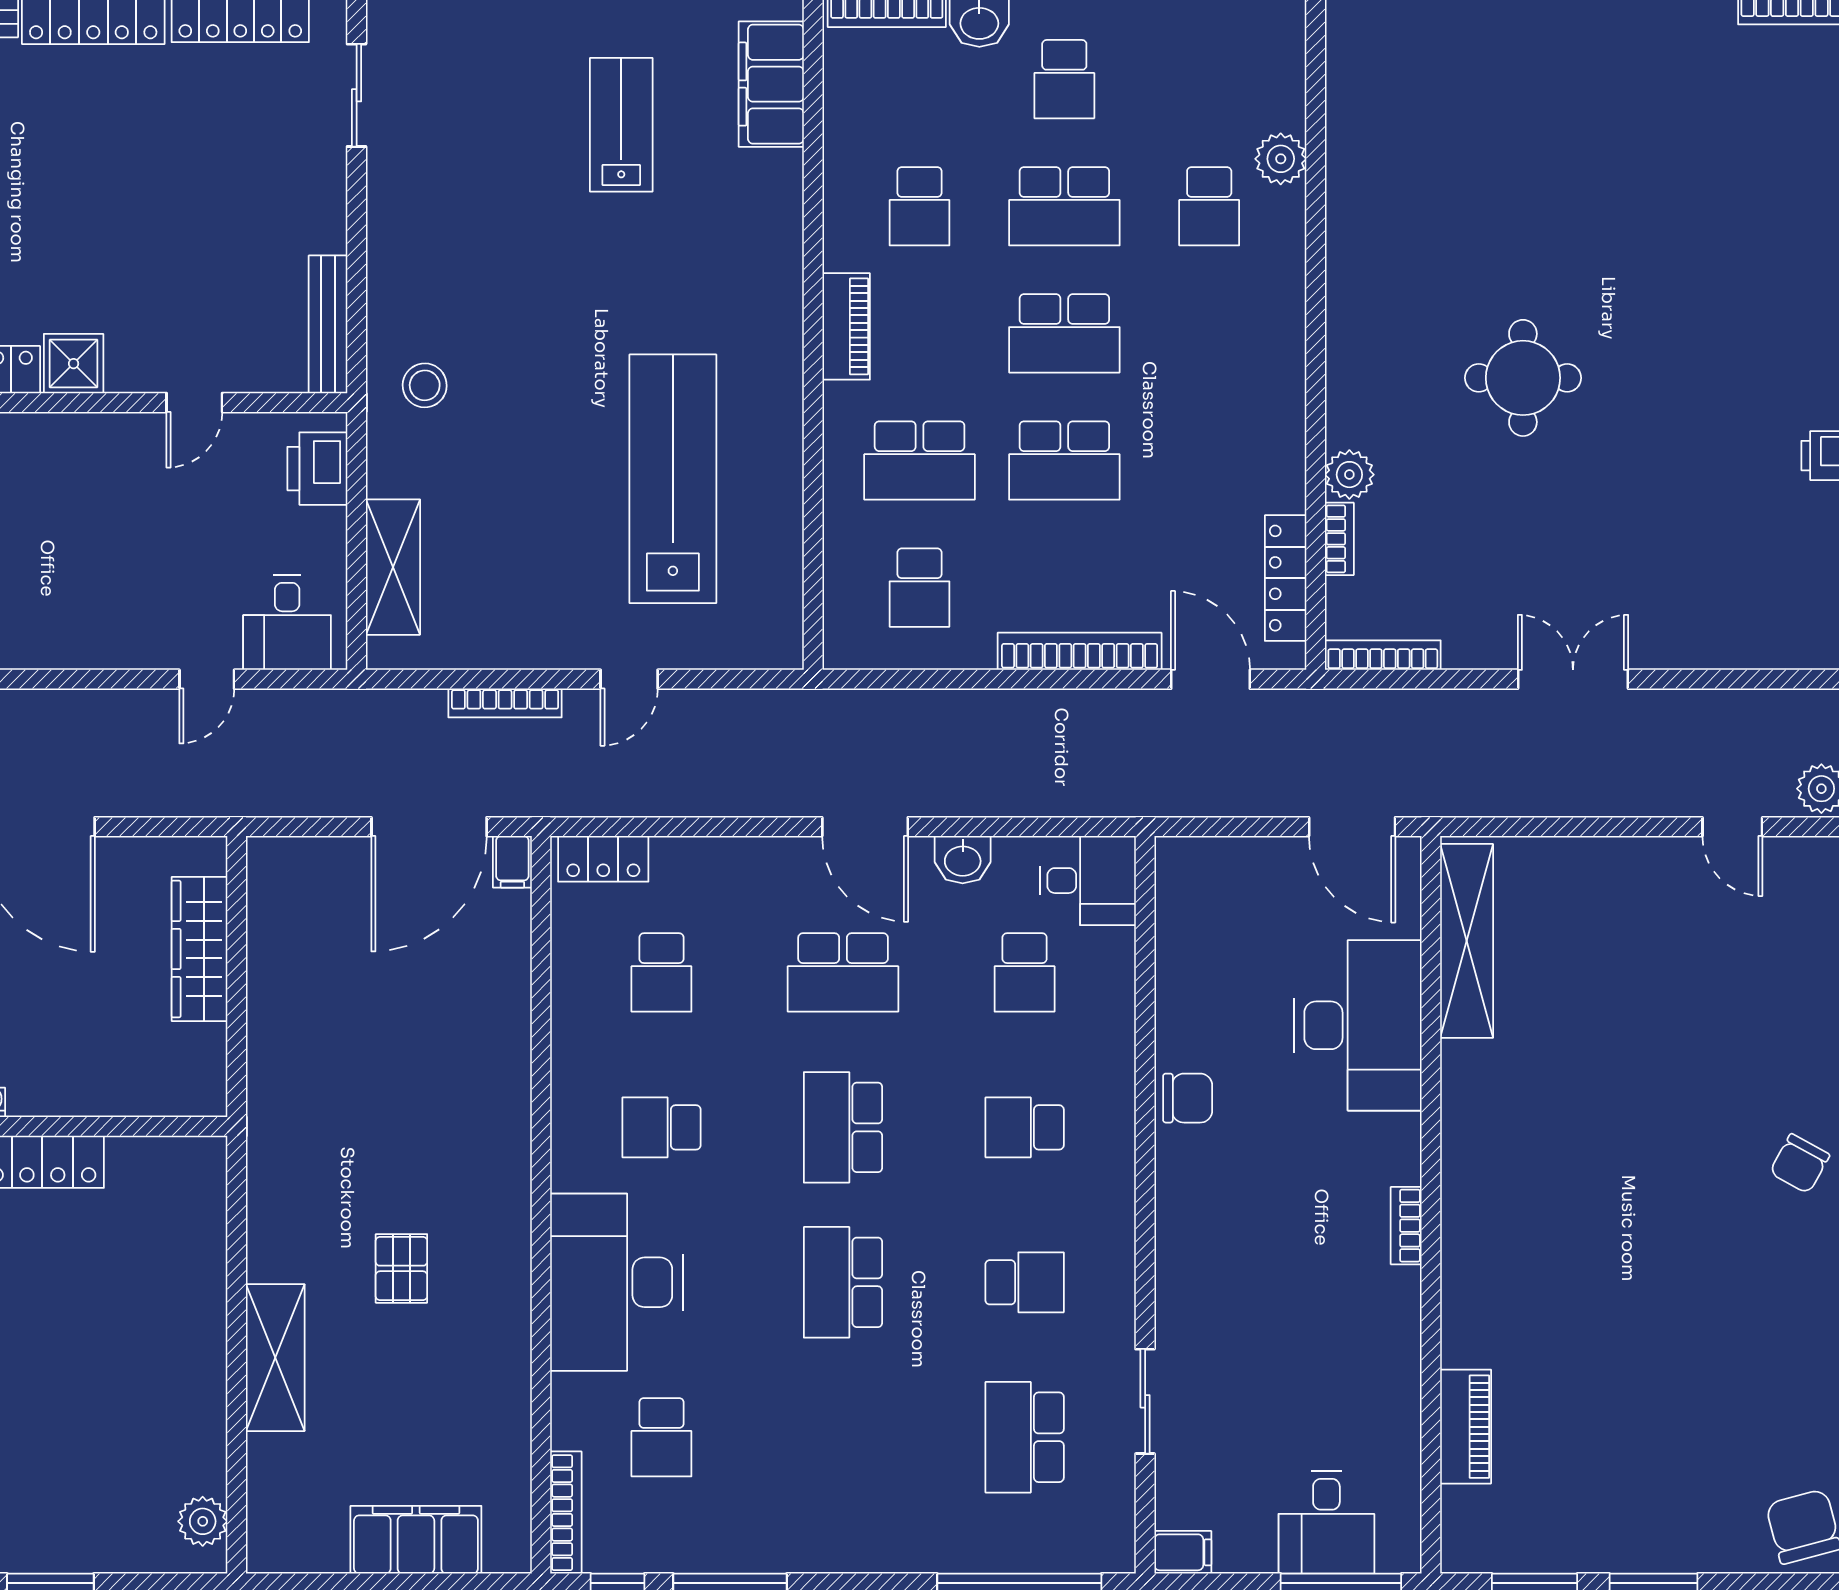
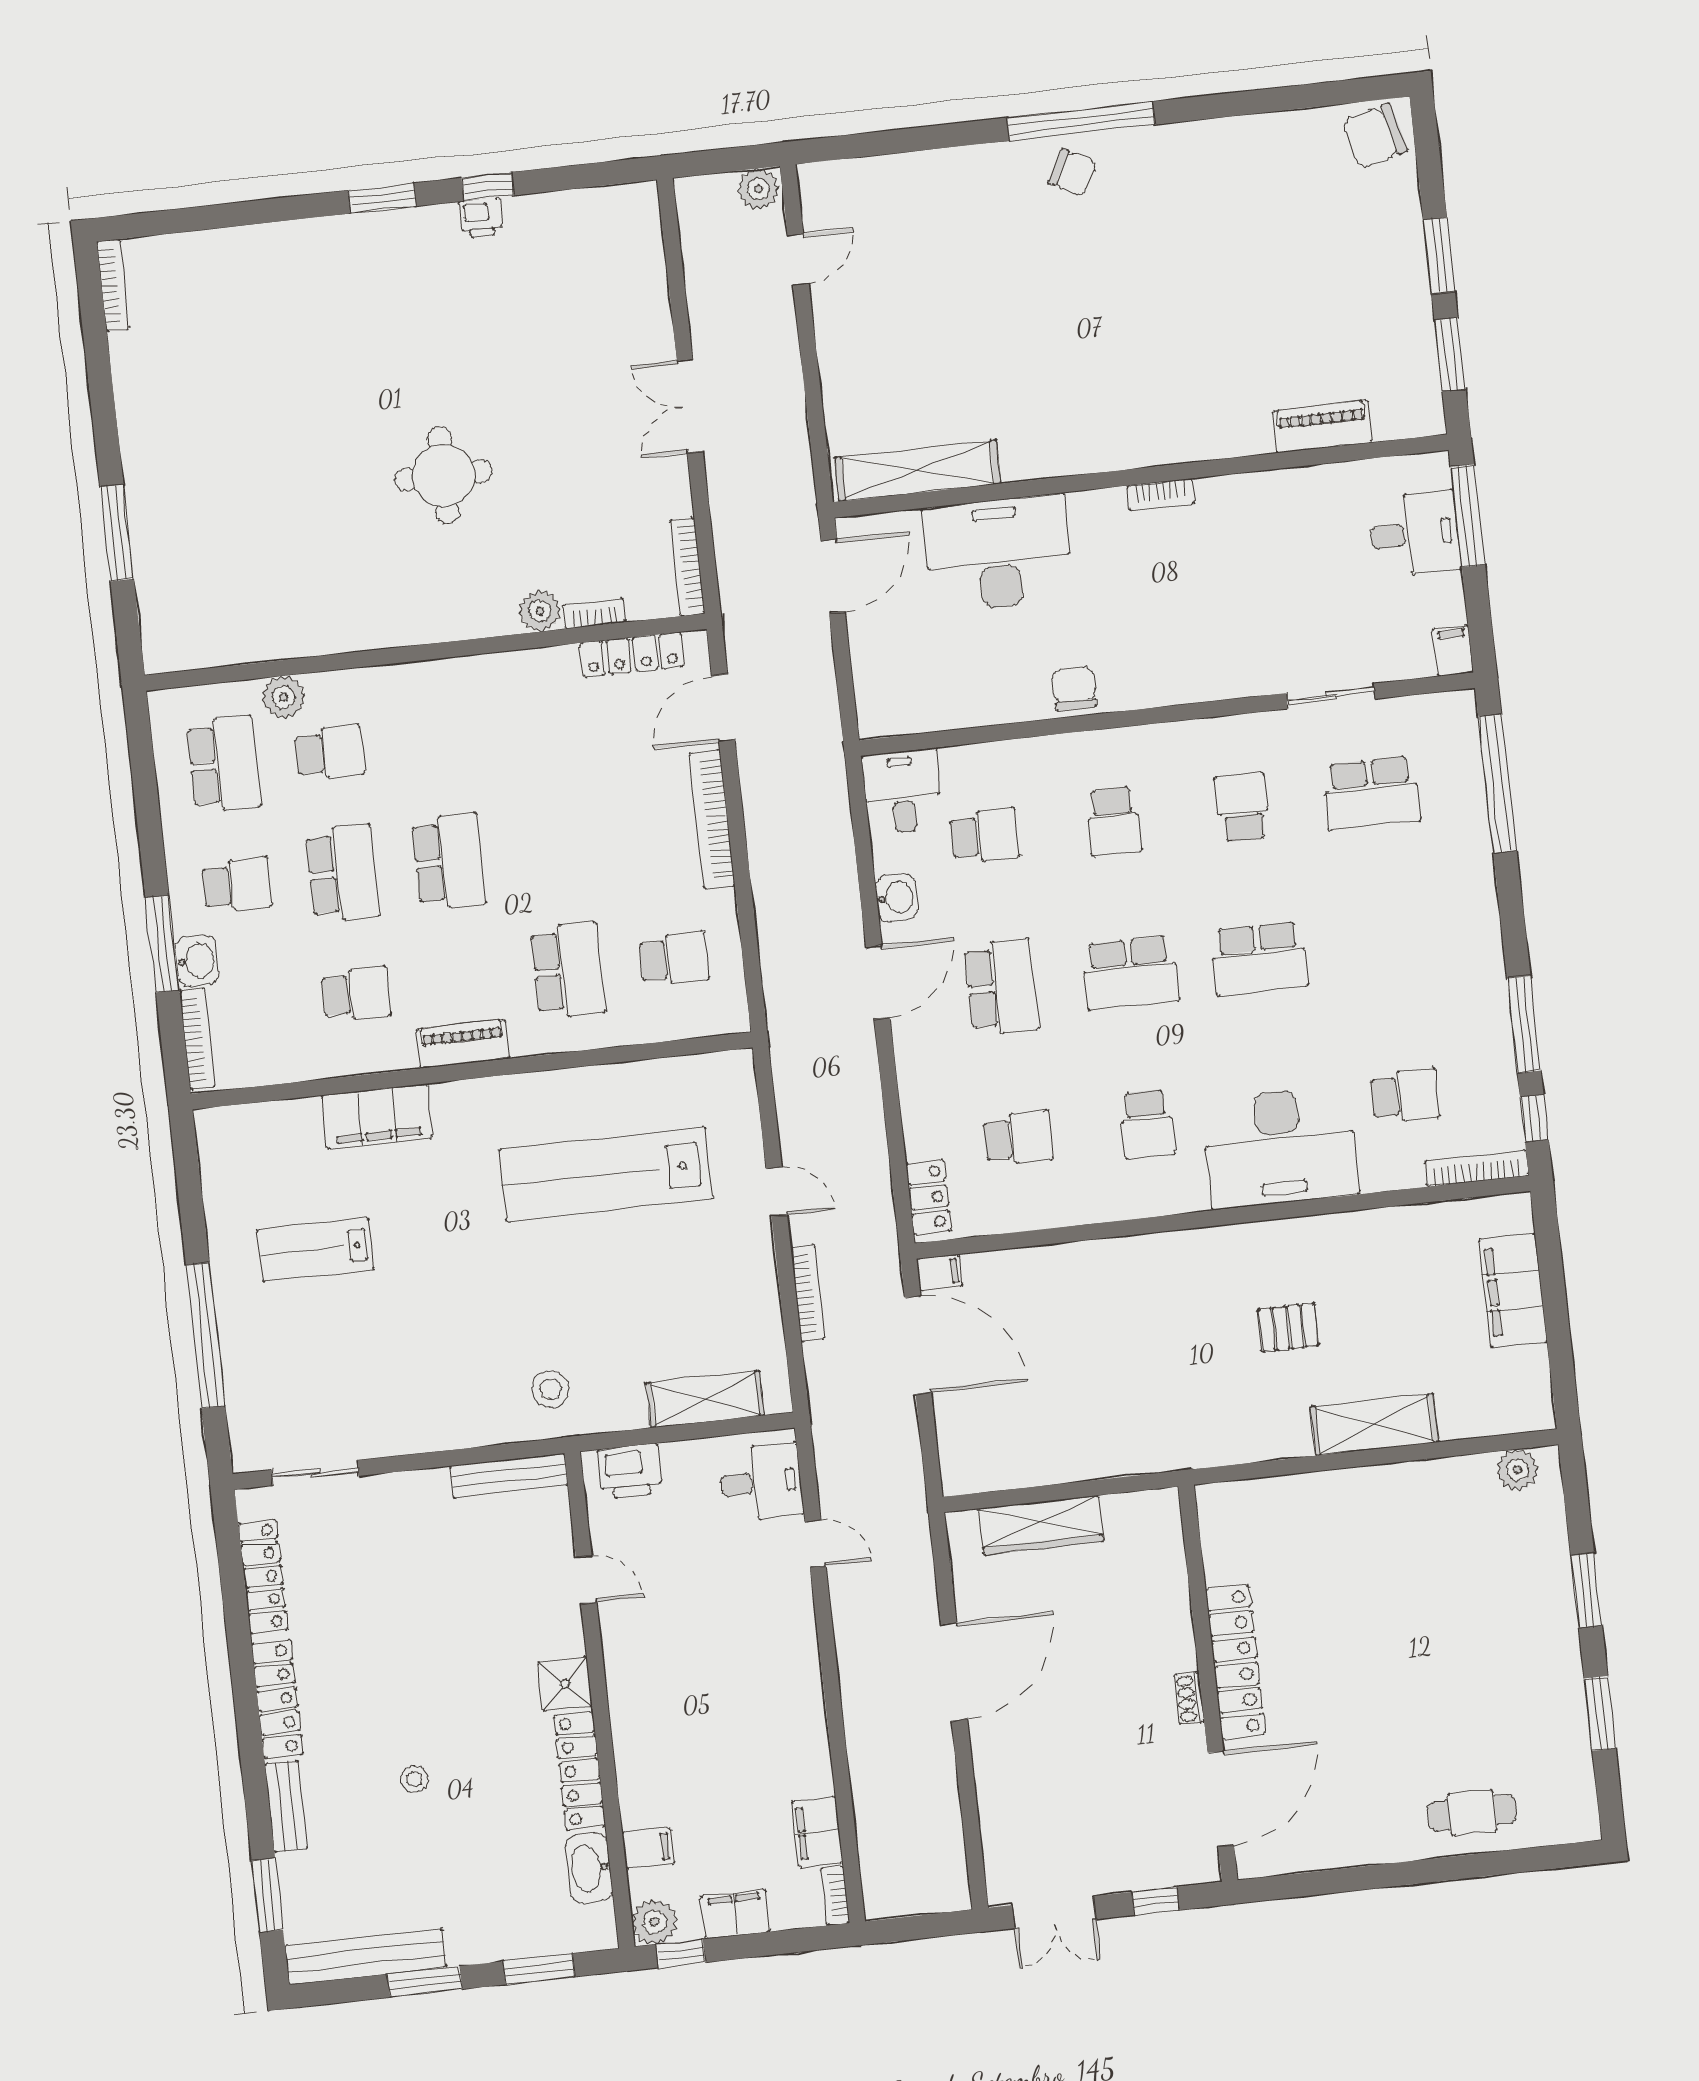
filing cabinet: (771, 84) -> (377, 1116), moved
school desk: (1064, 460) -> (224, 764), moved

